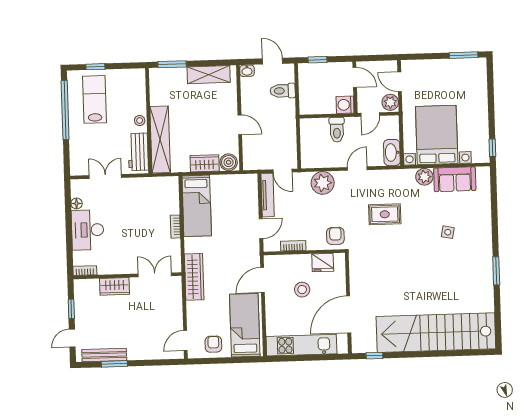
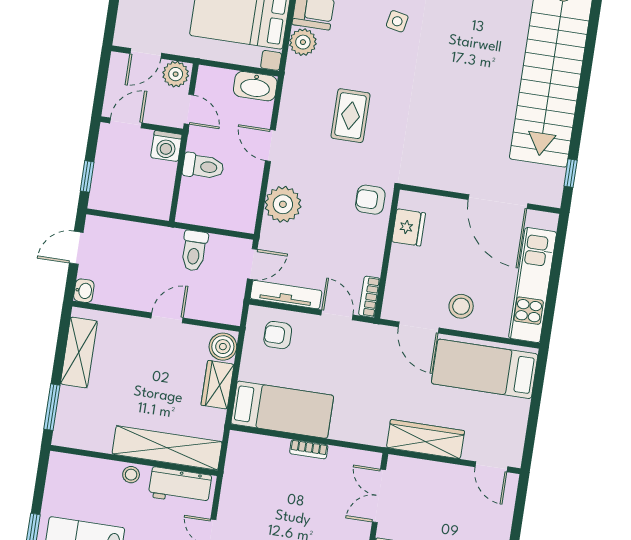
toilet: (283, 91) -> (194, 251), moved
bookcase: (293, 246) -> (369, 297), moved
wardrobe: (194, 277) -> (425, 439), moved
stool: (302, 290) -> (461, 306), moved
armchair: (213, 344) -> (278, 335), moved

